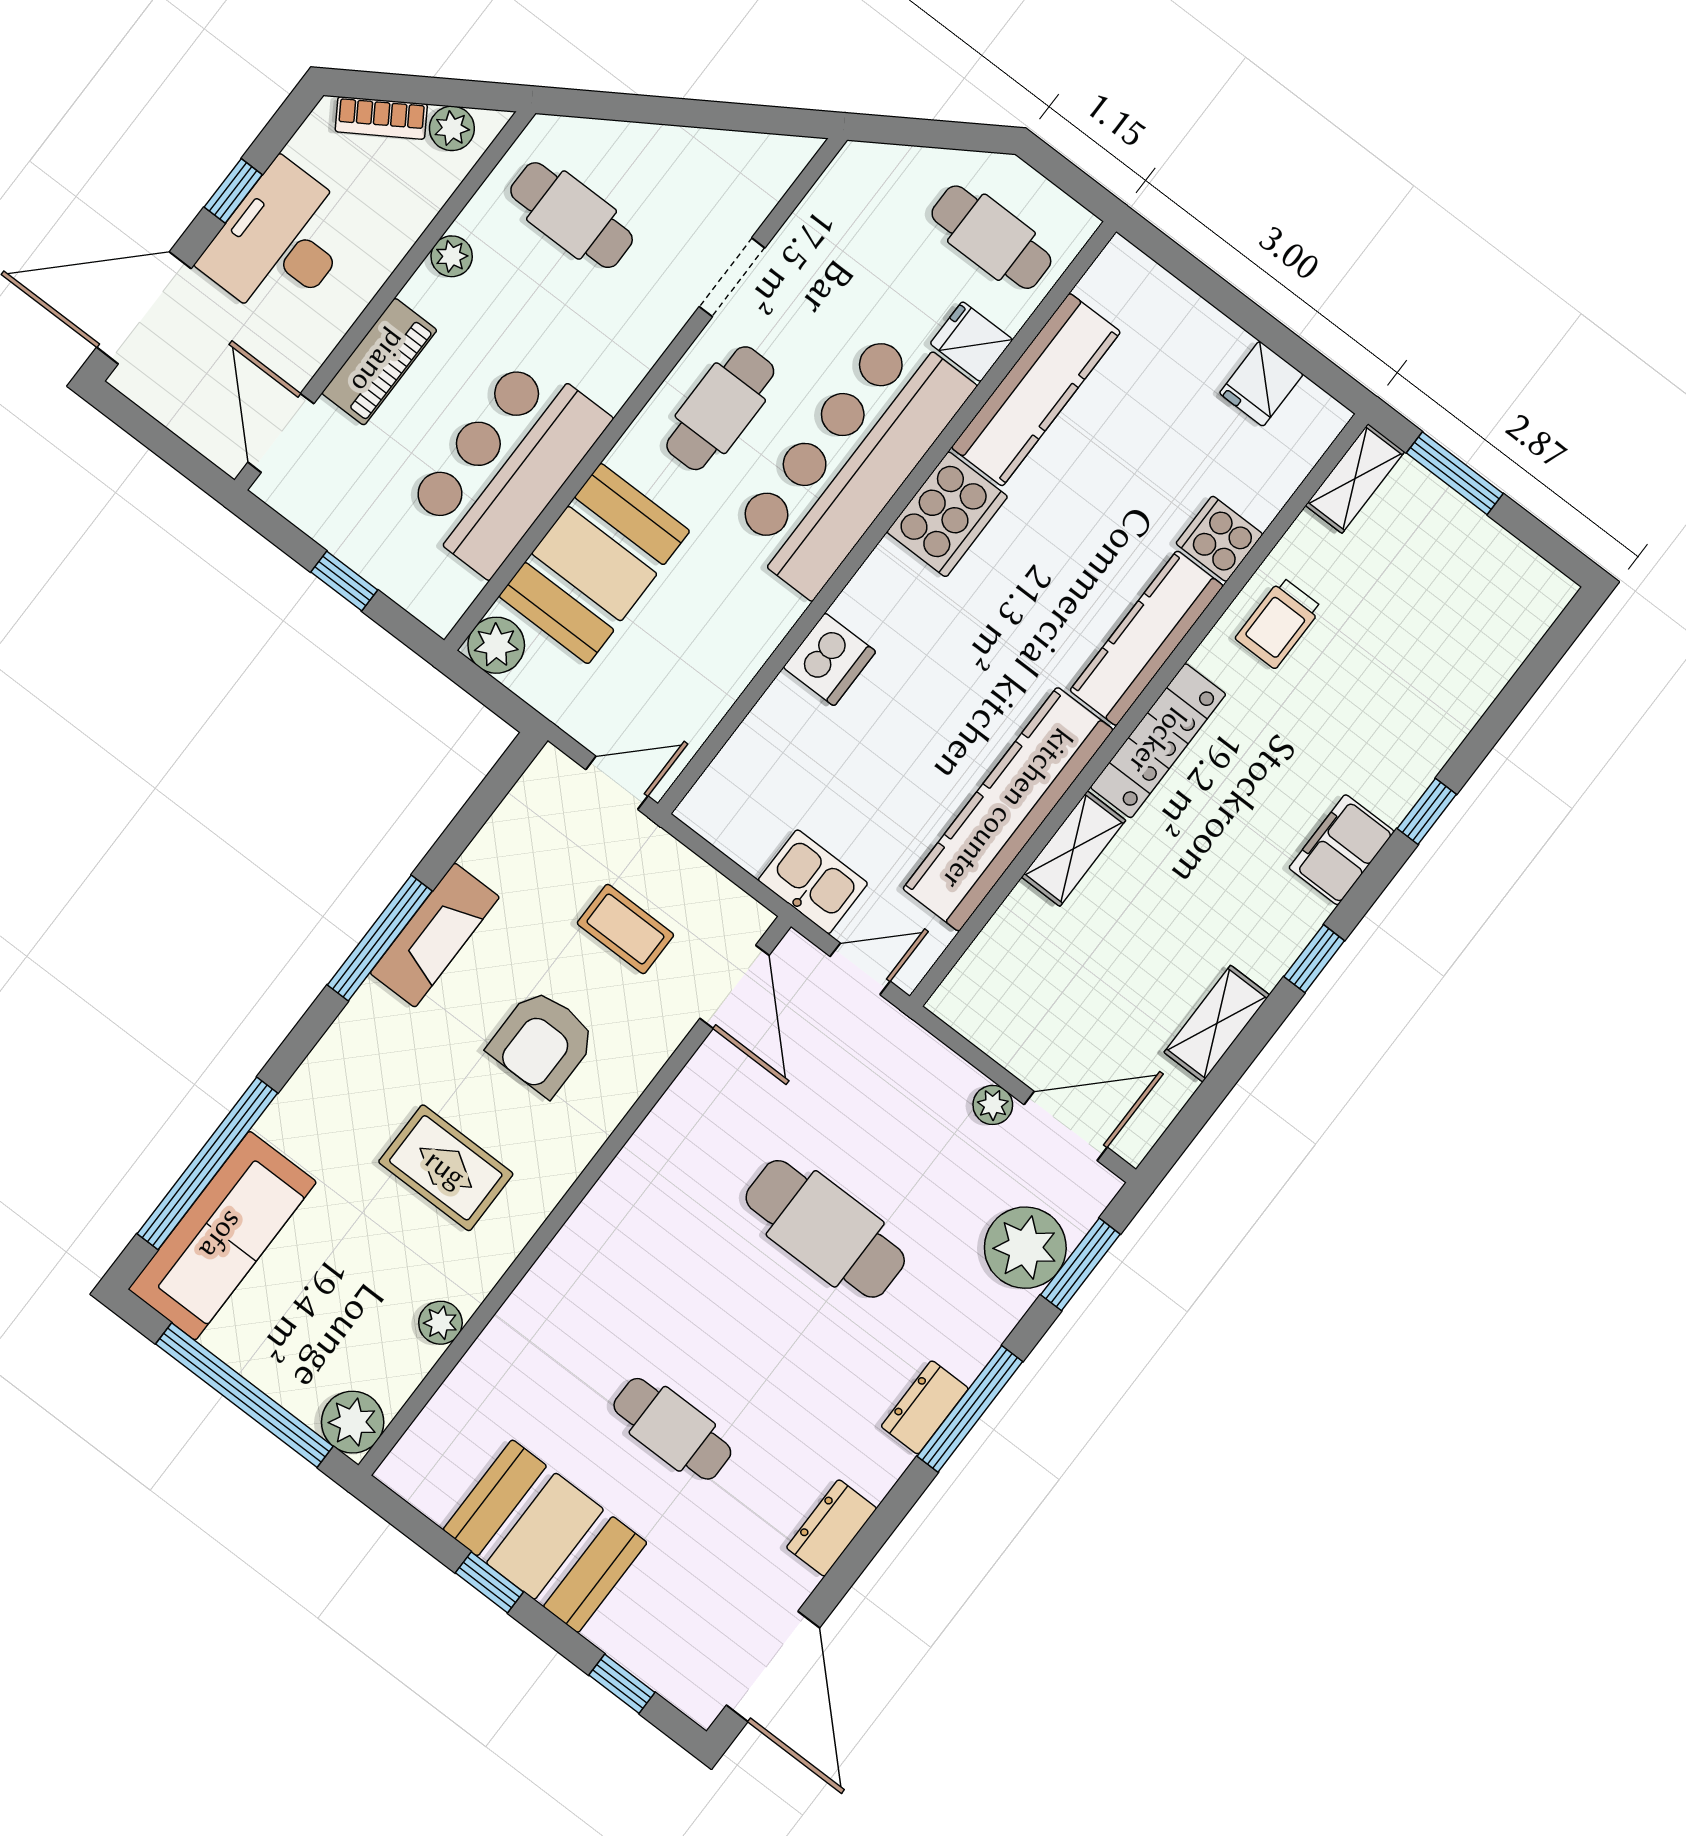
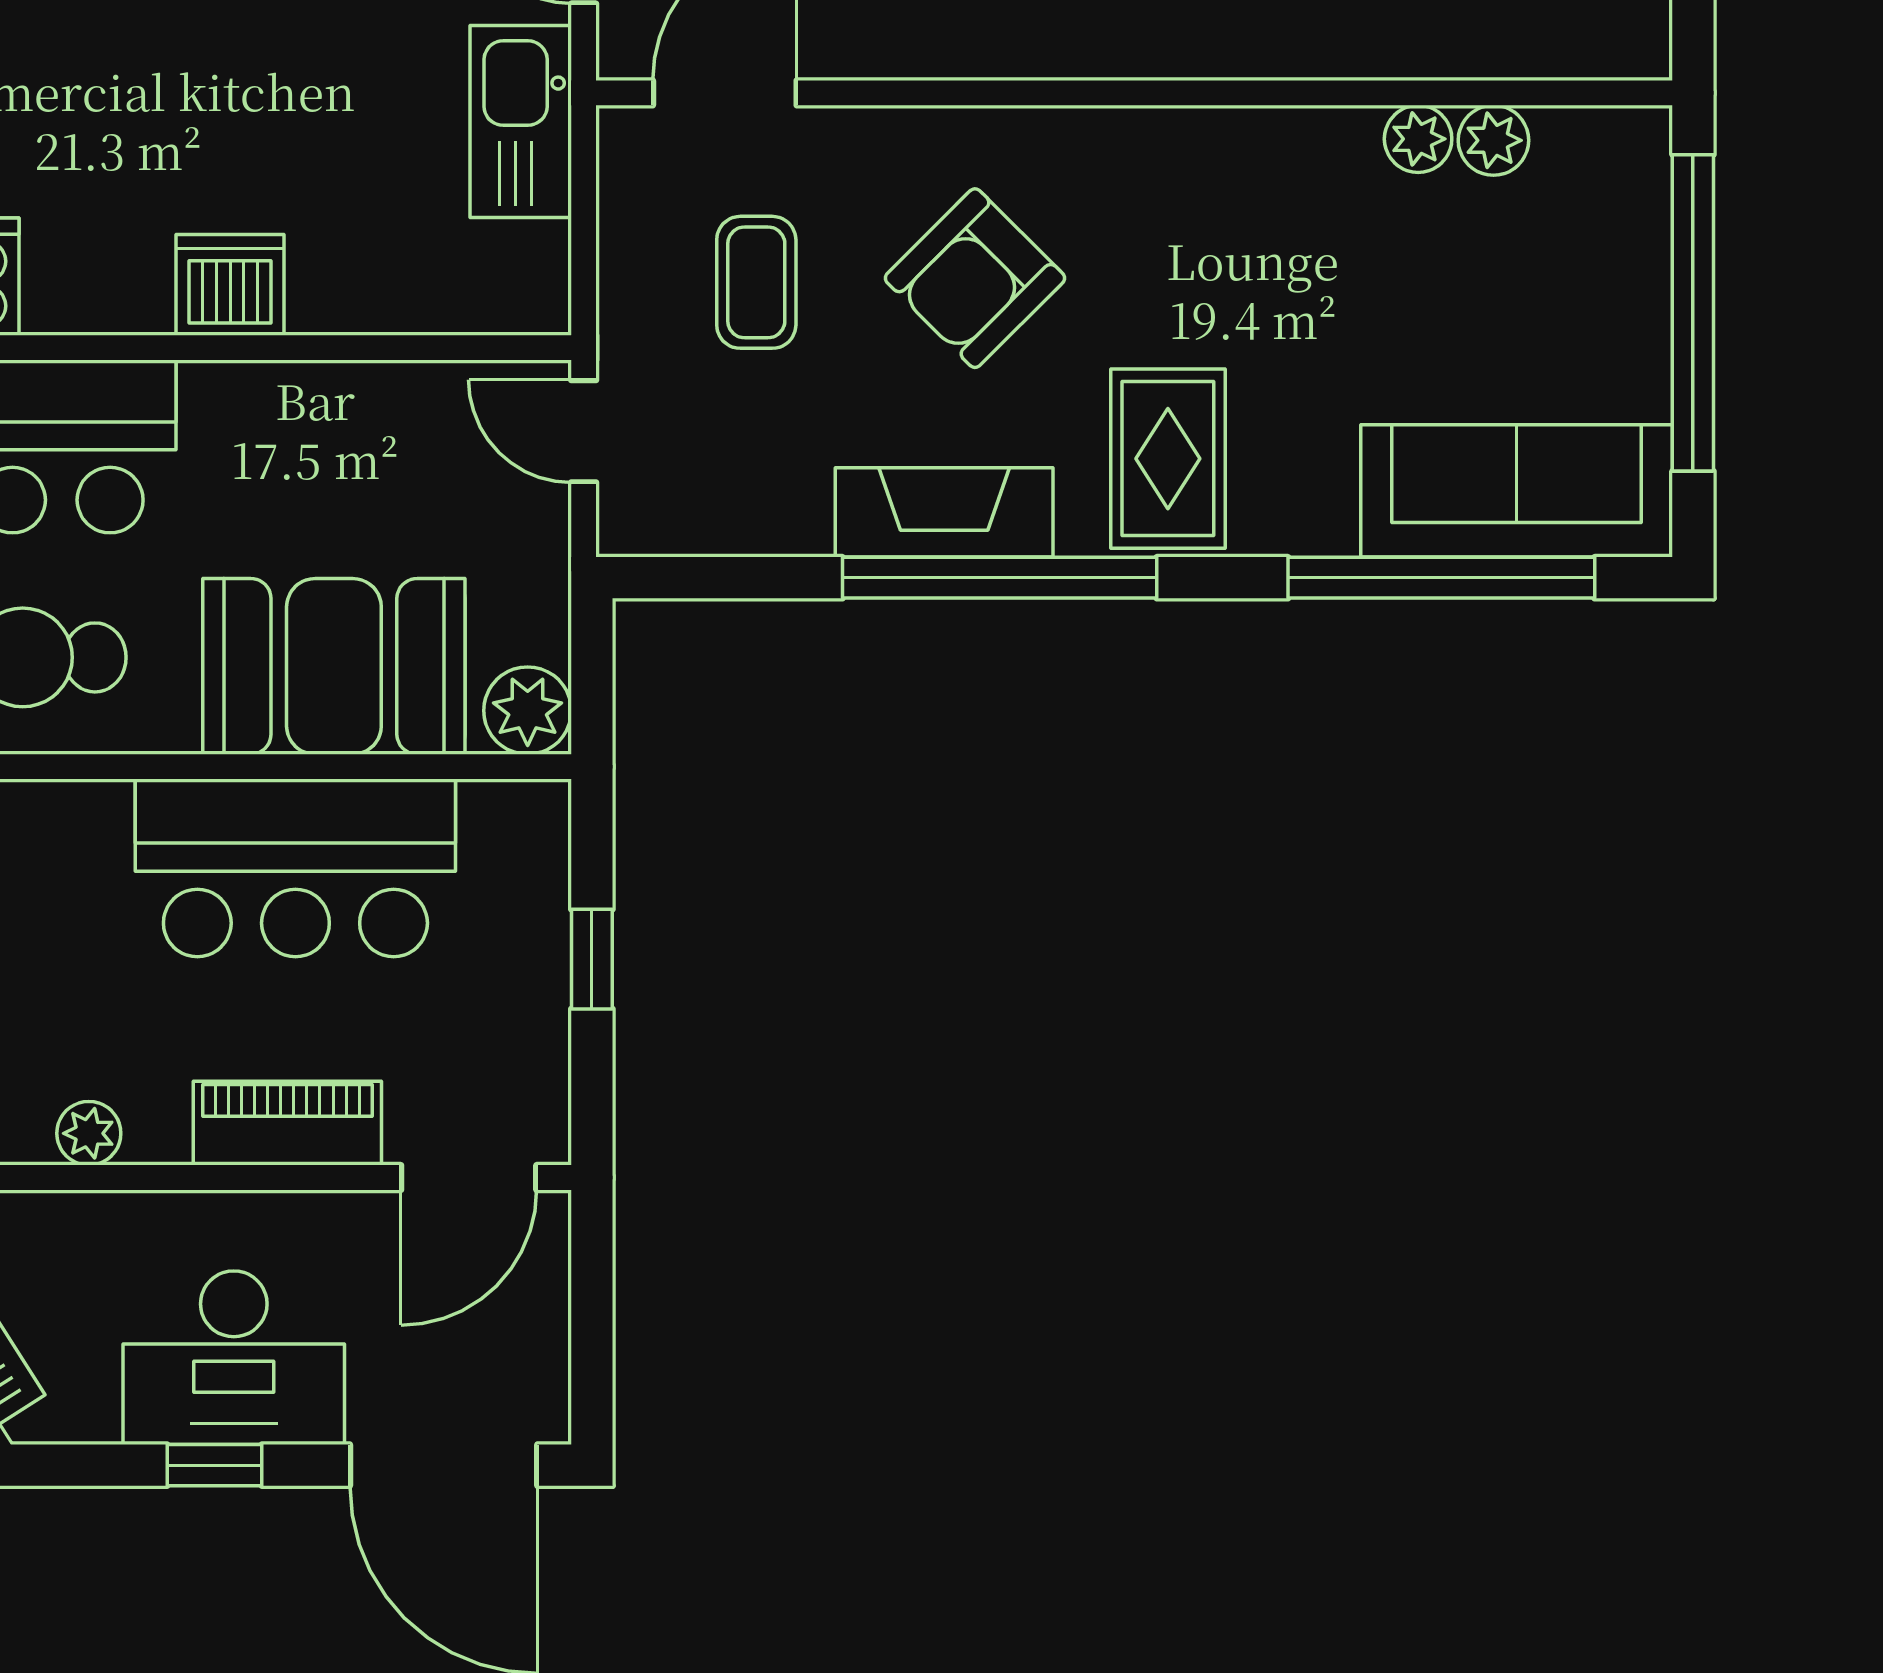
kitchen sink: (813, 882) -> (521, 121), width x1.38
window: (380, 938) -> (1000, 578), width x1.46
armchair: (542, 1042) -> (975, 278), turned 135
rug: (446, 1168) -> (1168, 459), moved
plant: (353, 1422) -> (1493, 140), moved, width x0.73, depth x0.73

